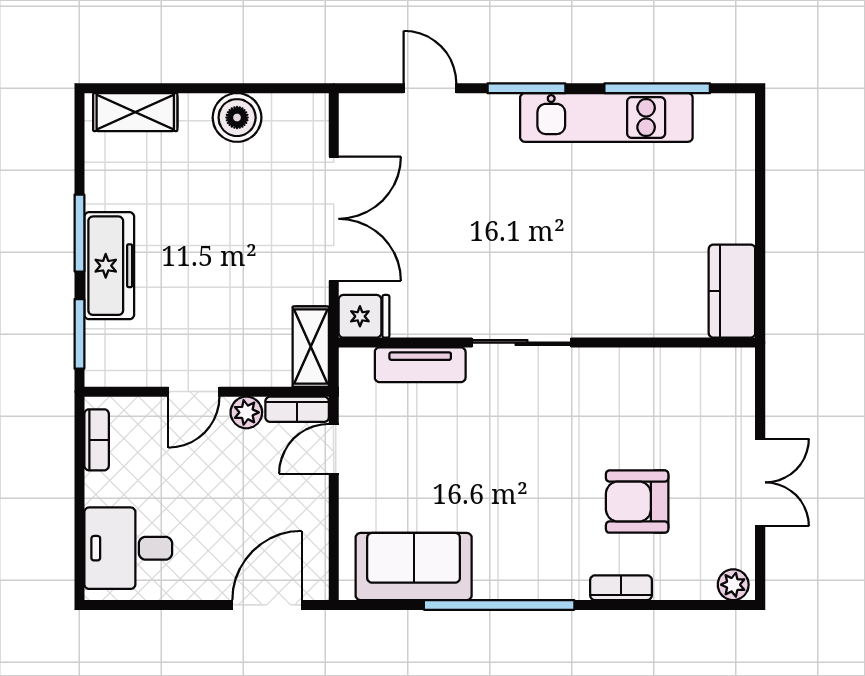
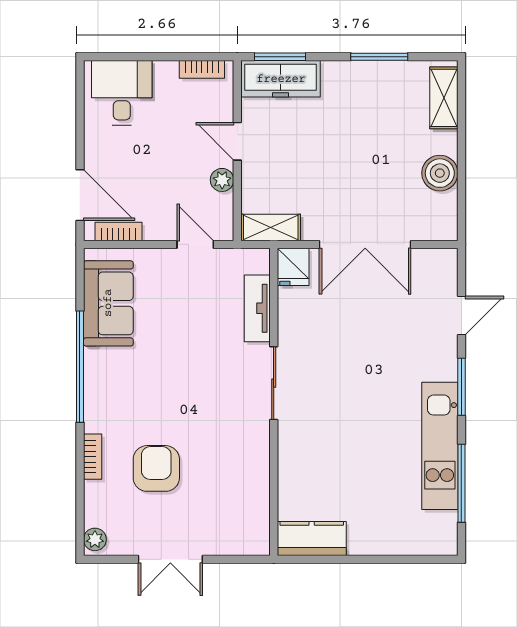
window: (79, 233) -> (379, 57), moved
freezer: (109, 266) -> (281, 79), moved
bookcase: (297, 409) -> (118, 231), moved, turned 90

